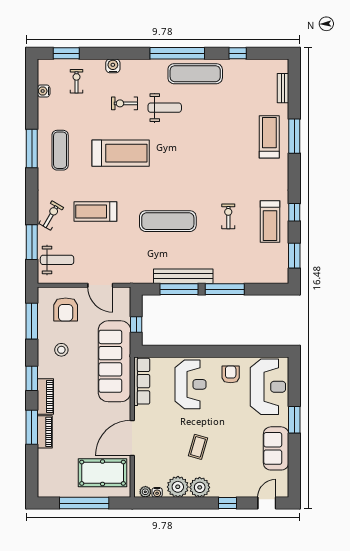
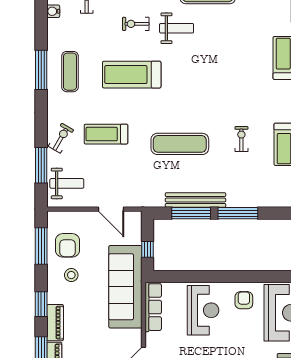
treadmill: (121, 153) -> (132, 75), turned 180
armchair: (66, 309) -> (67, 245), moved

